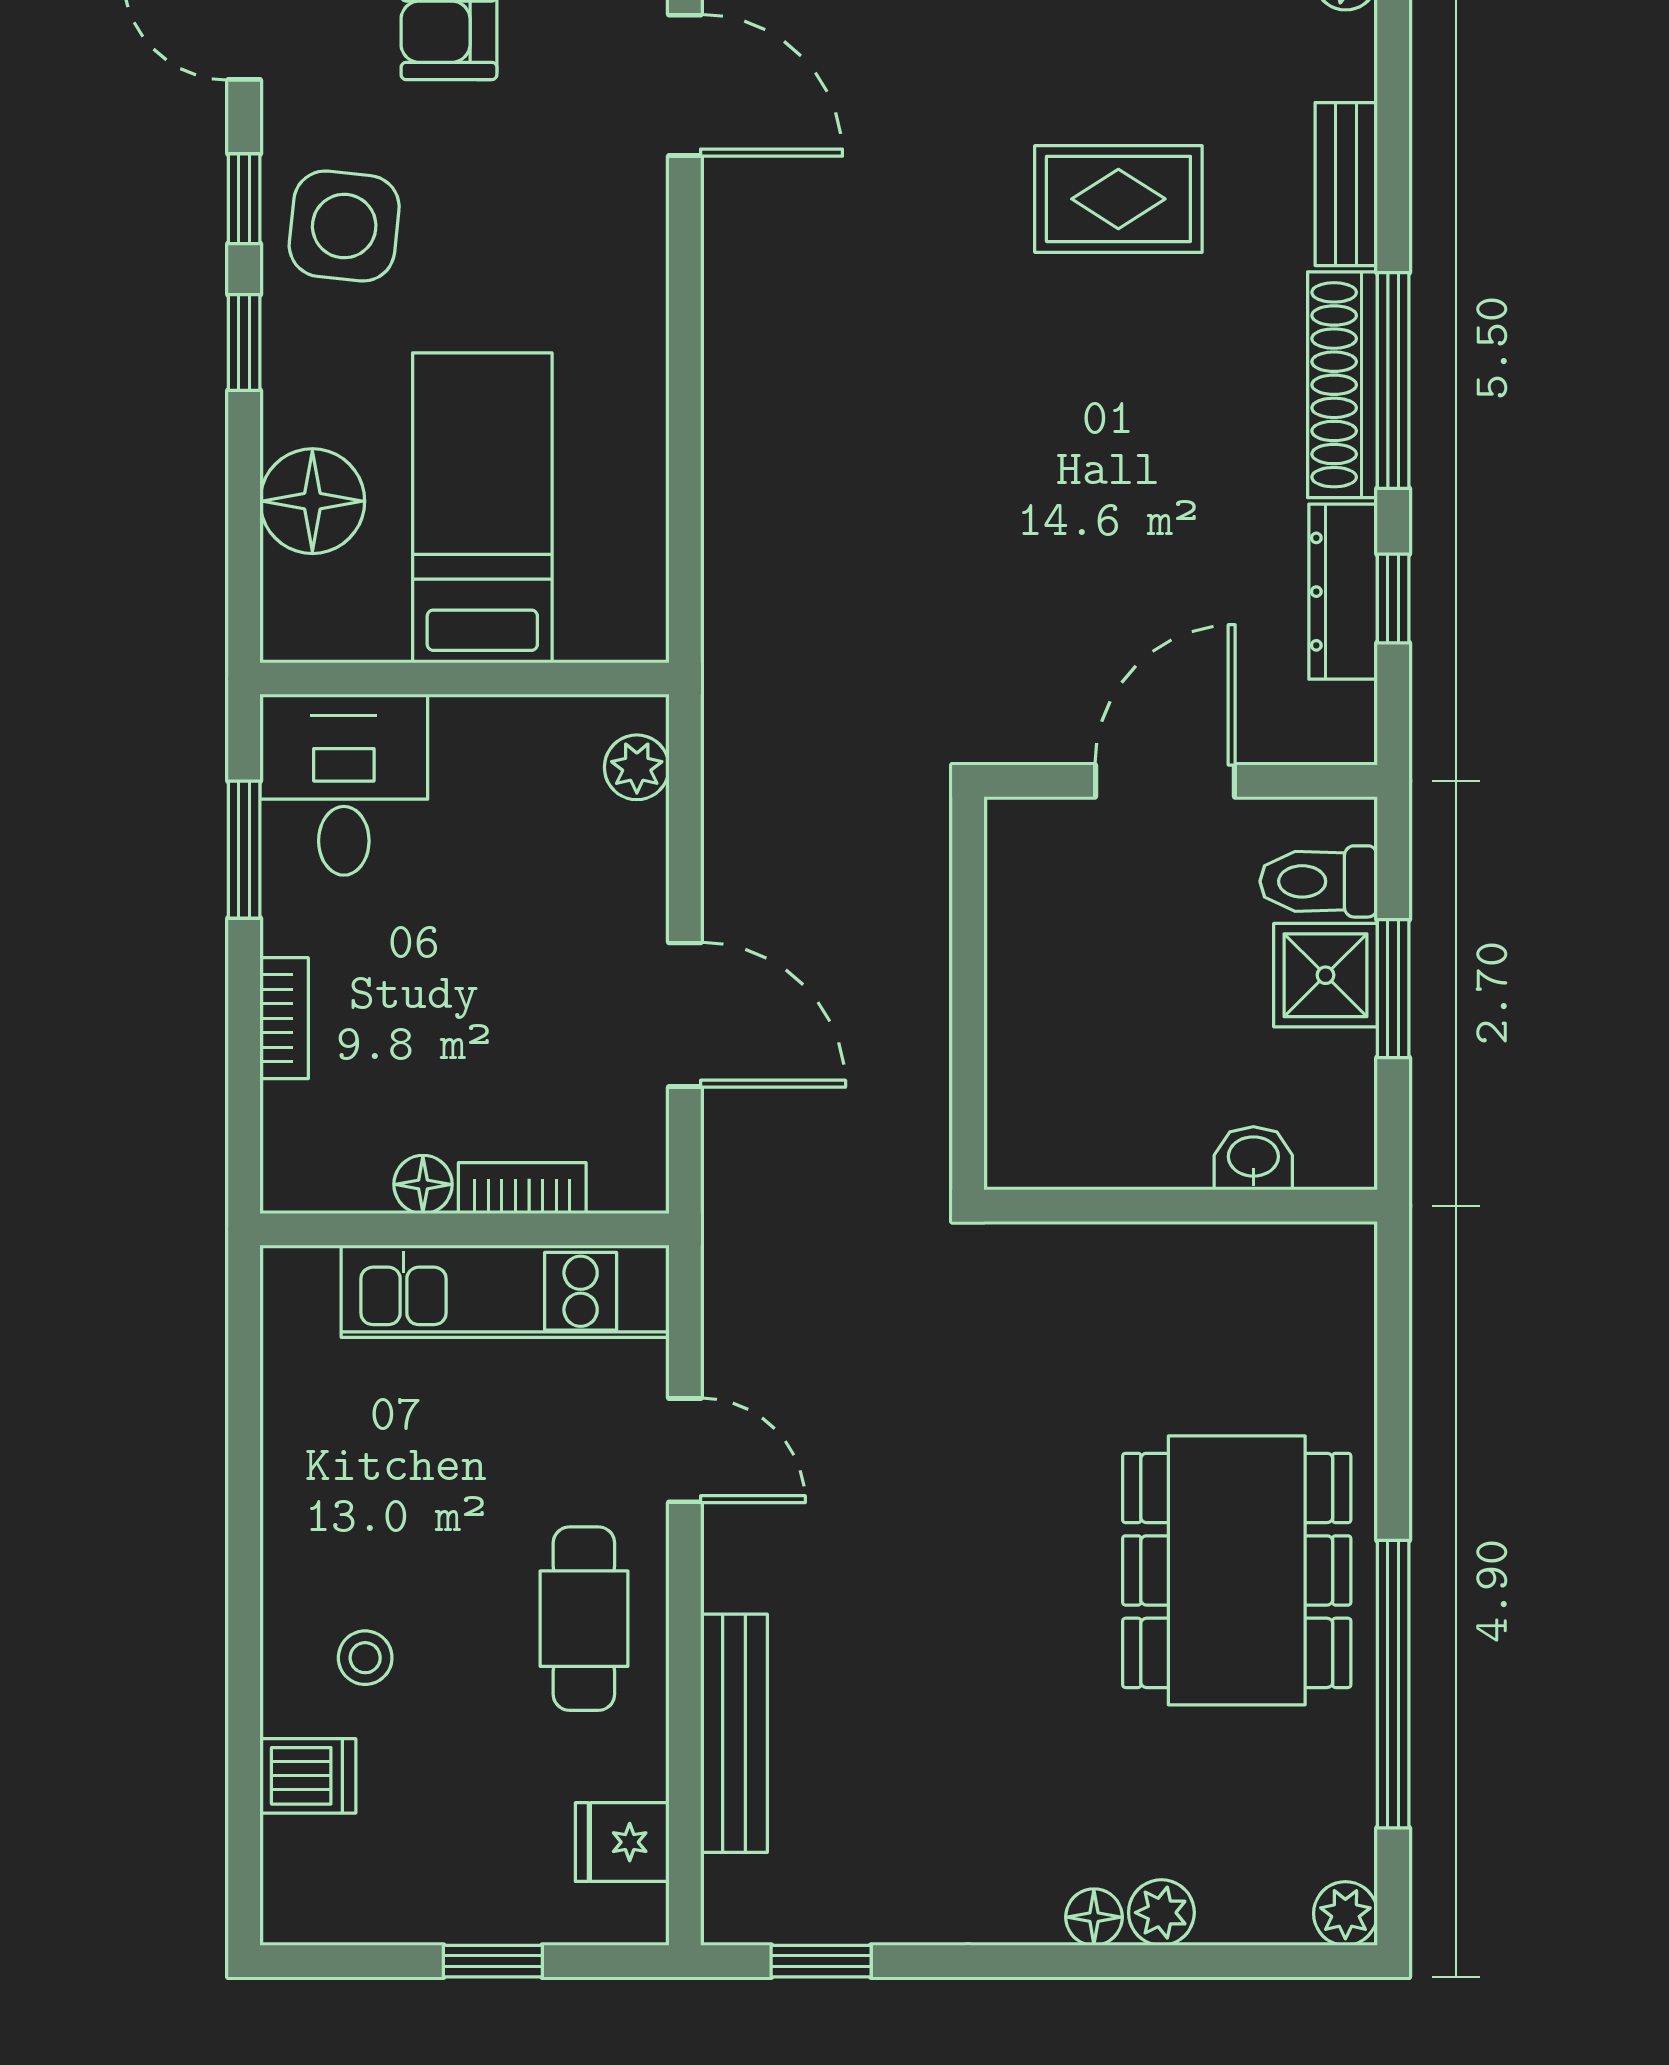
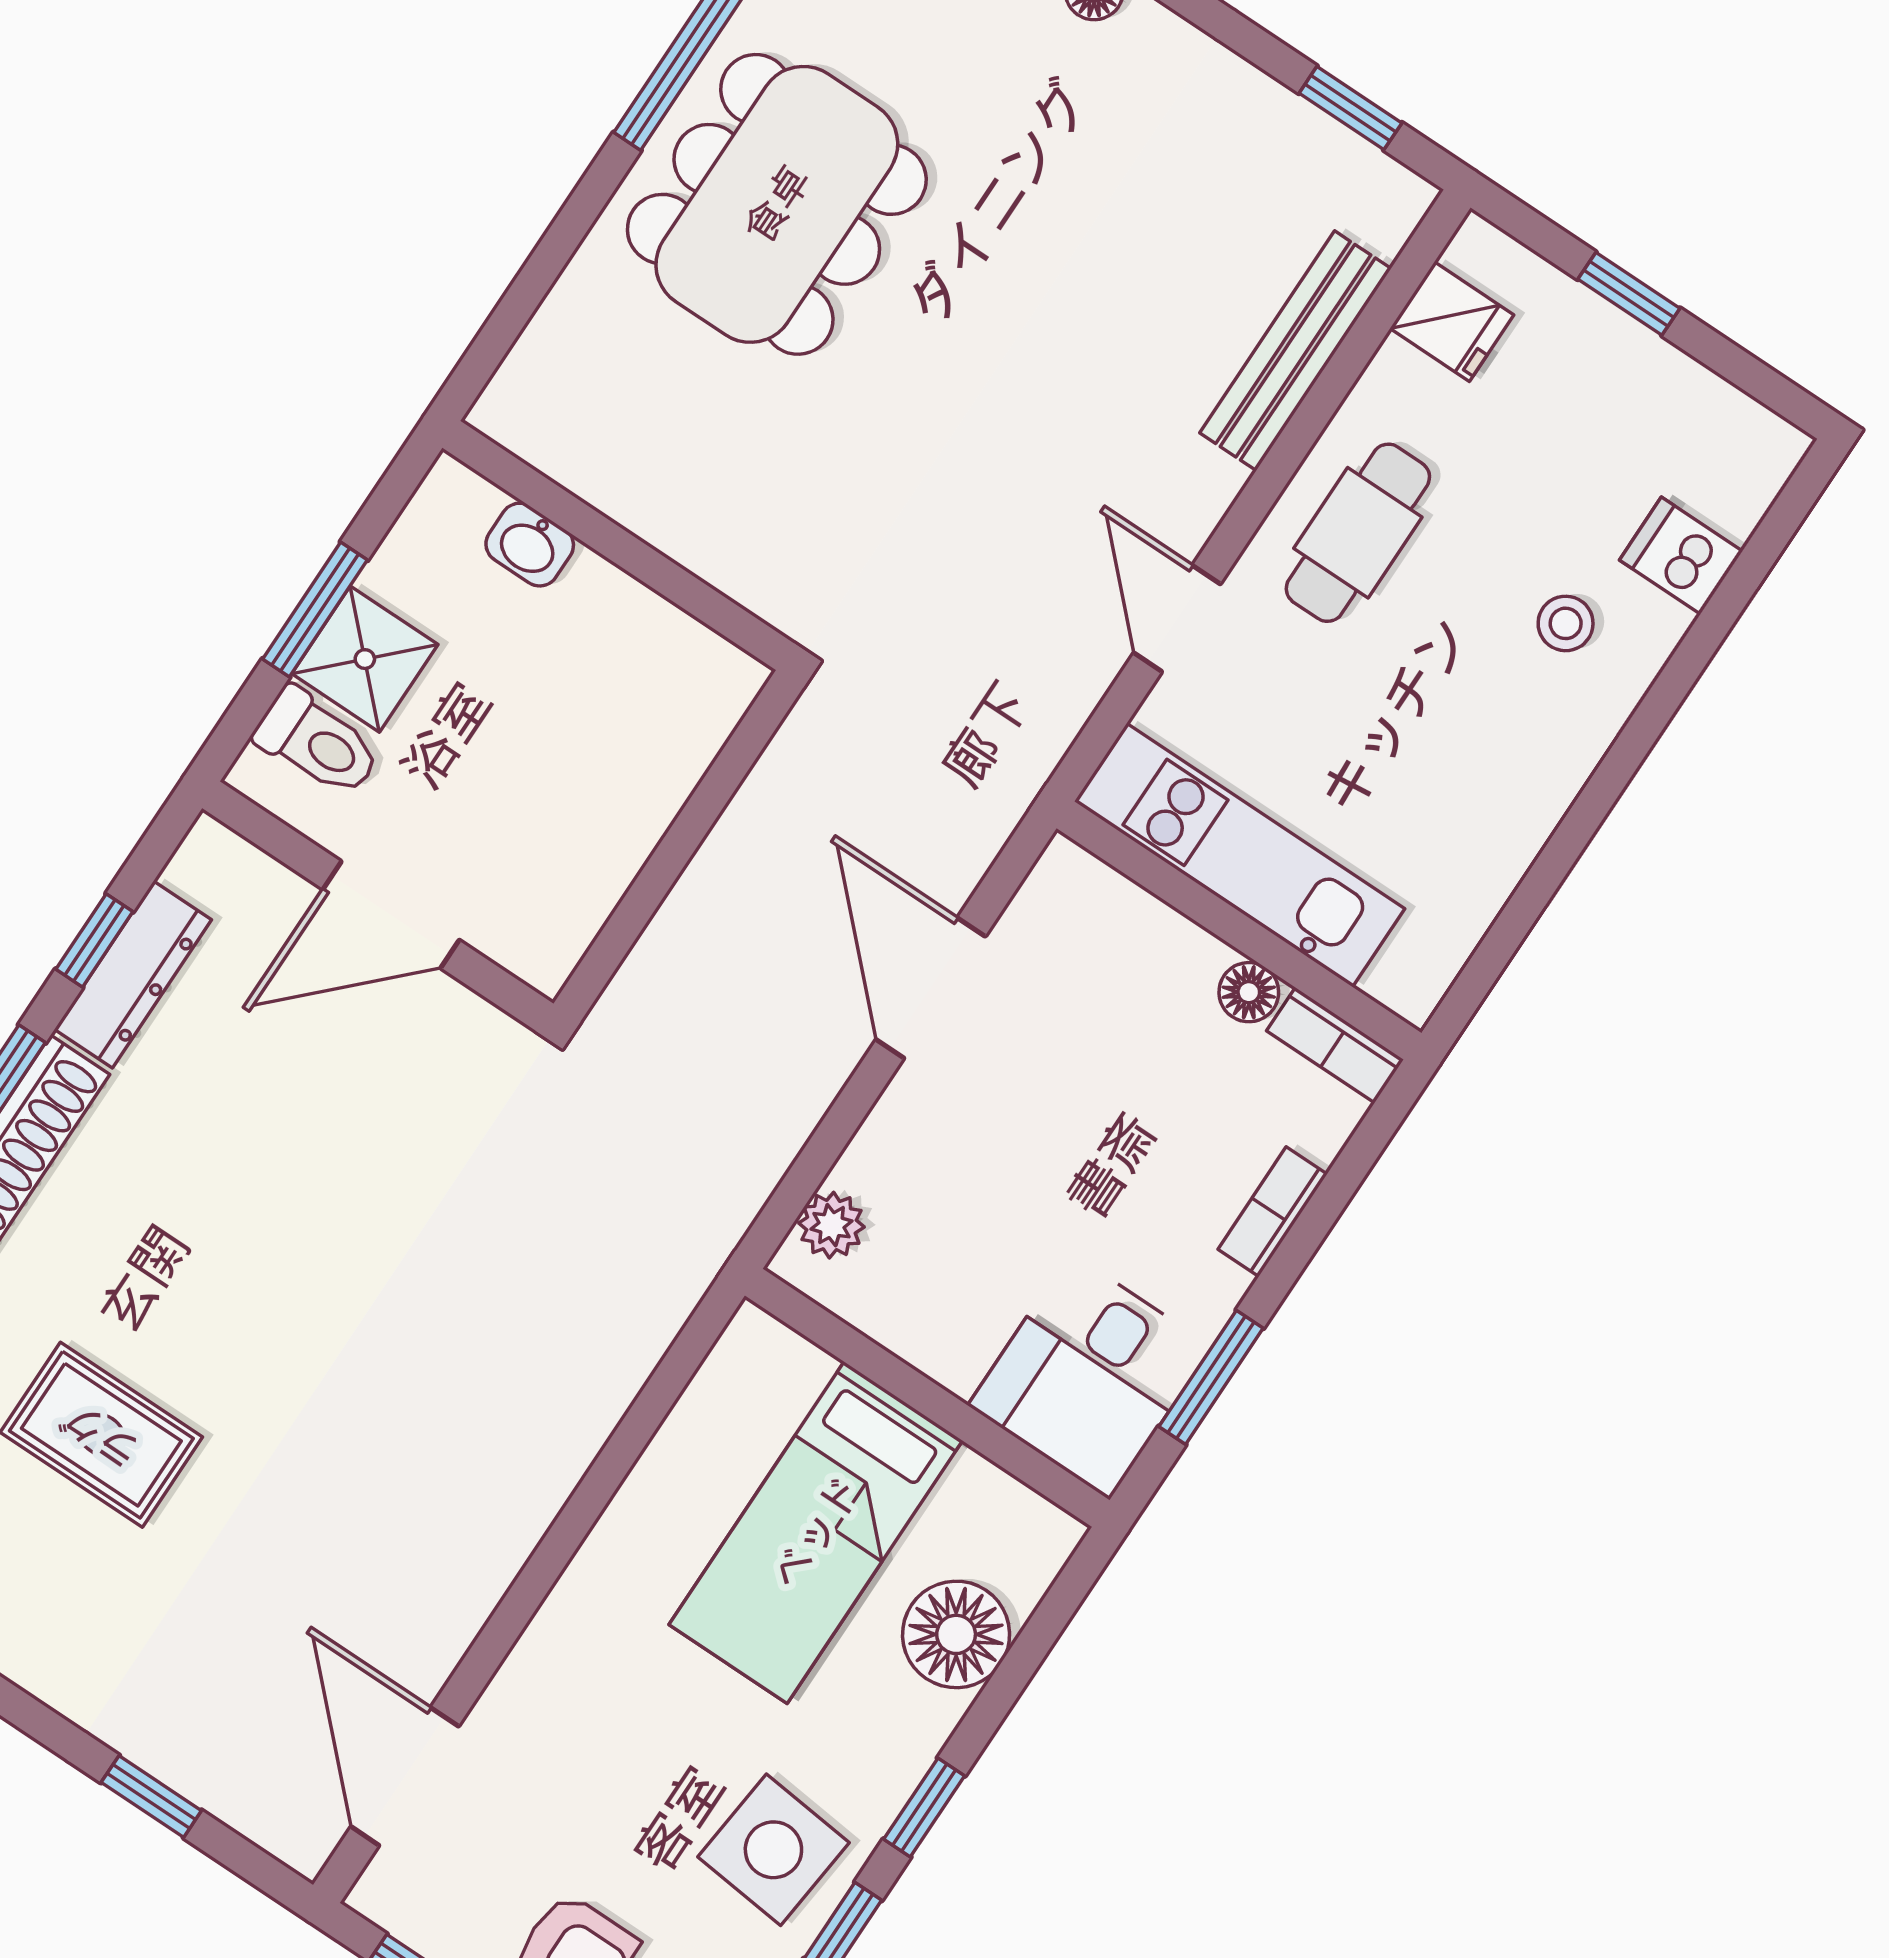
bookcase: (522, 1188) -> (1335, 1045), moved

